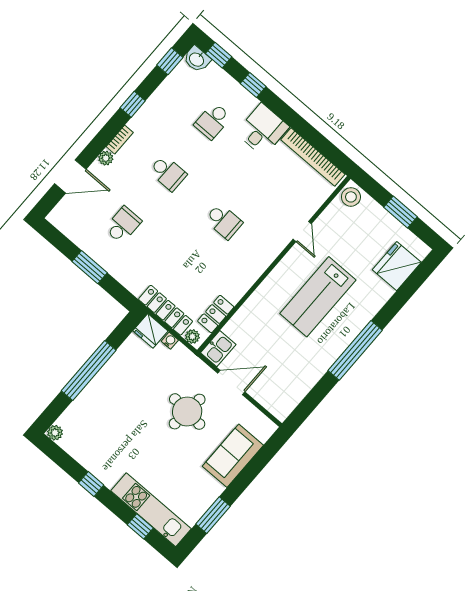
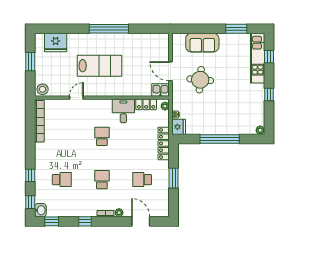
desk: (262, 130) -> (123, 111), moved, turned 90
locker: (166, 310) -> (164, 143), moved

